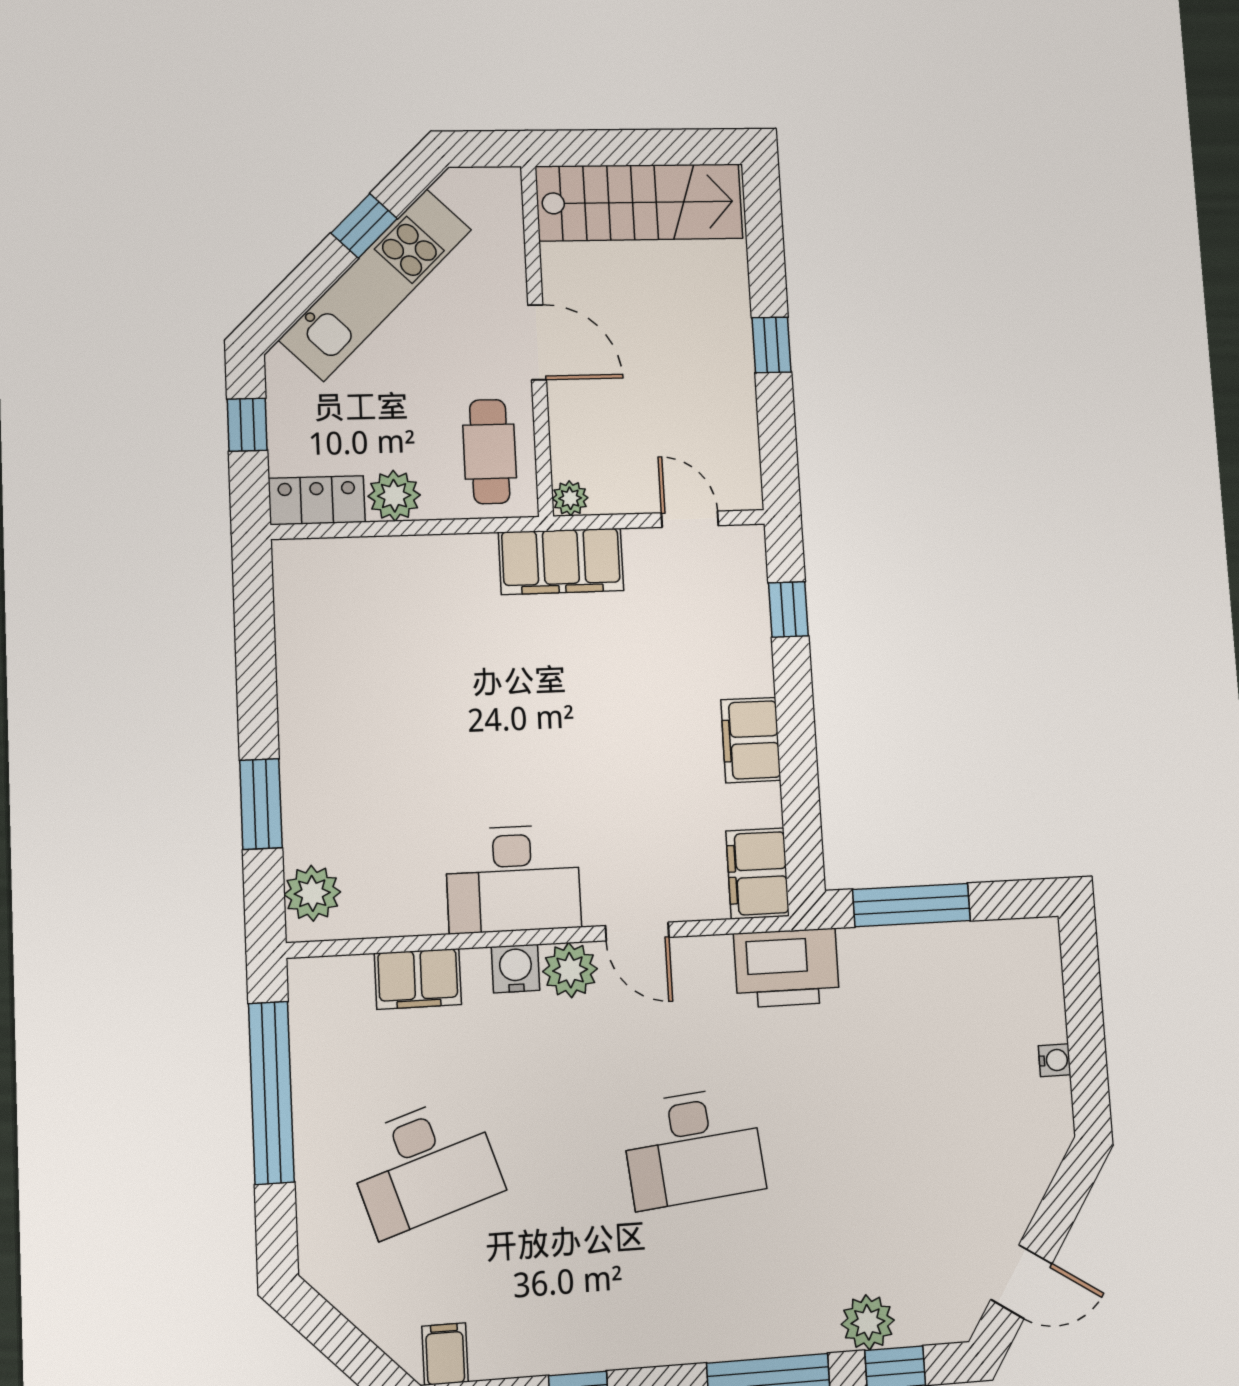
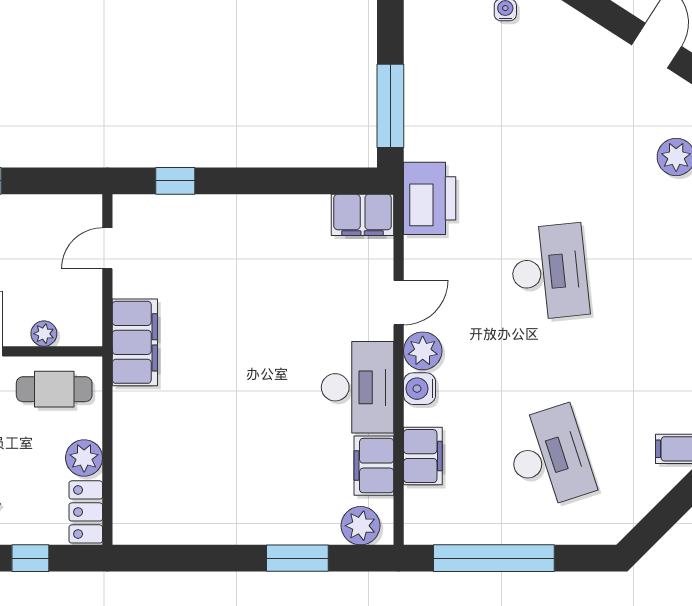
plant: (570, 498) -> (44, 334), moved
filing cabinet: (751, 740) -> (374, 466), moved, turned 90

